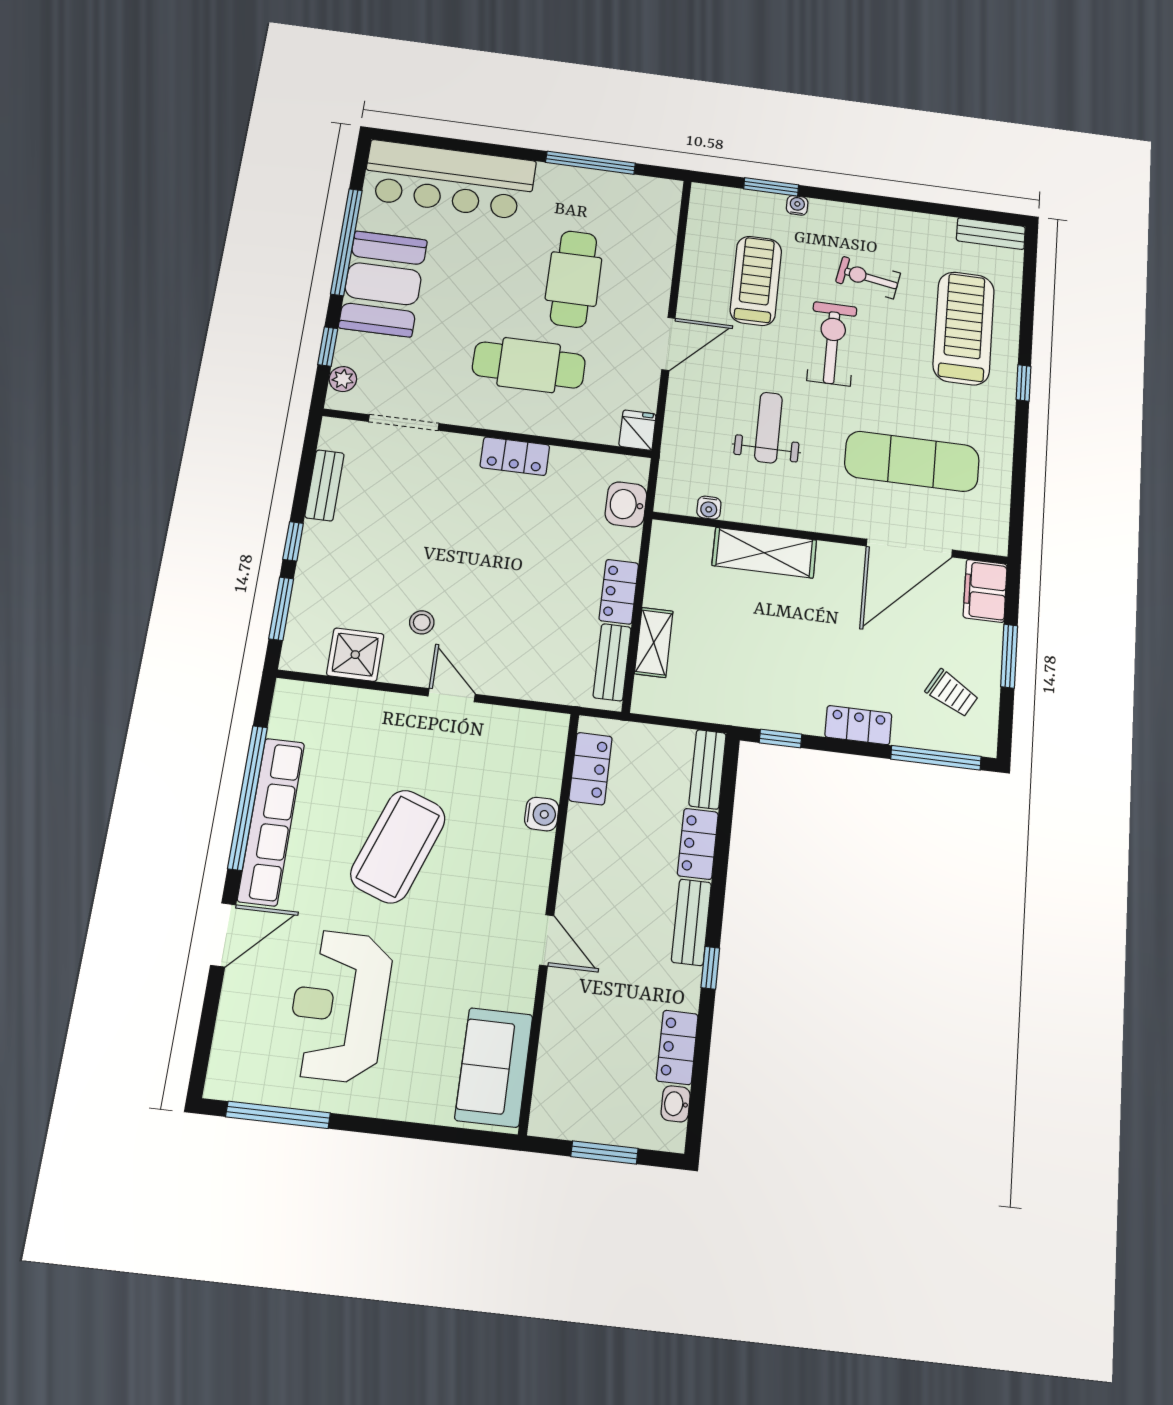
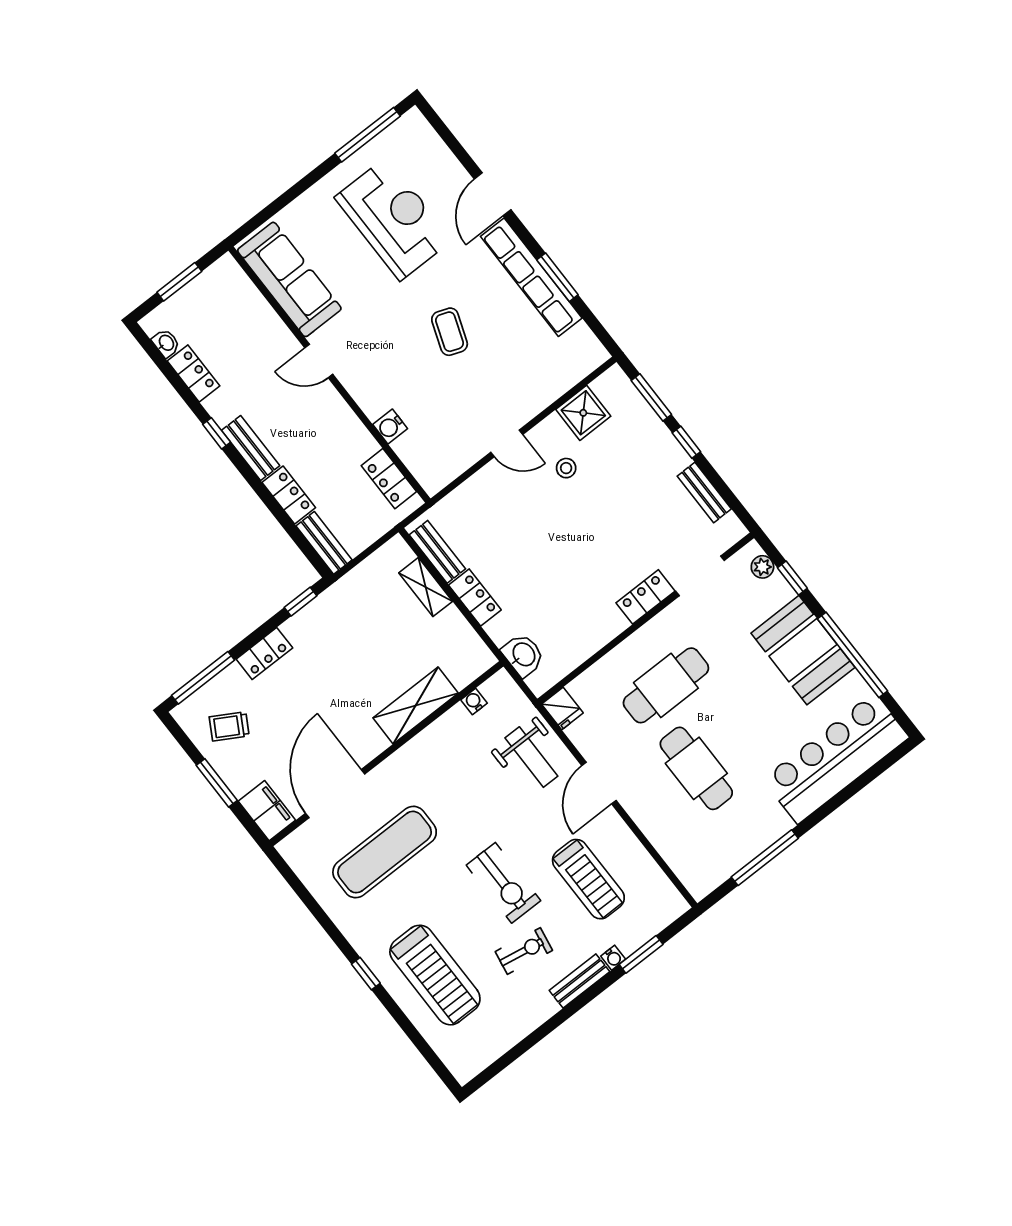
bench: (991, 234) -> (579, 981), moved
weight bench: (768, 428) -> (531, 757), moved
locker: (515, 456) -> (646, 597), moved
window: (248, 797) -> (557, 277), width x0.47
coffee table: (398, 846) -> (450, 332), width x0.54, depth x0.58
sofa: (494, 1067) -> (289, 279), width x1.36

